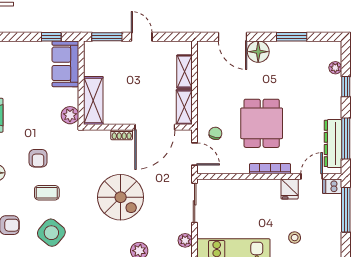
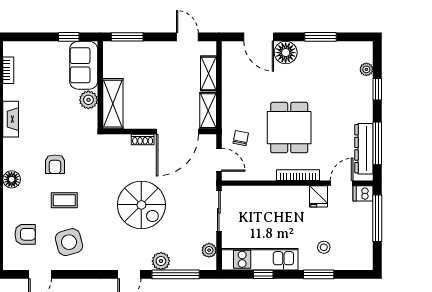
door: (142, 37) -> (187, 37), moved
plant: (70, 115) -> (88, 100), moved
side table: (51, 233) -> (69, 242), turned 34

